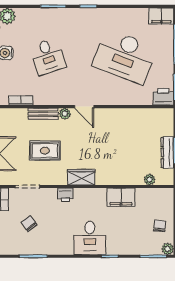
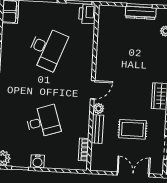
desk: (125, 56) -> (47, 48), width x0.73, depth x0.77
rug: (45, 151) -> (133, 129), turned 90

